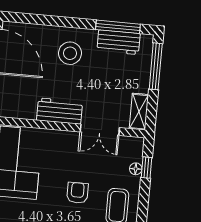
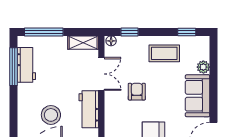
stool: (70, 53) -> (51, 115), moved
floor lamp: (136, 169) -> (111, 41), moved
armchair: (77, 193) -> (137, 92), moved, turned 90

